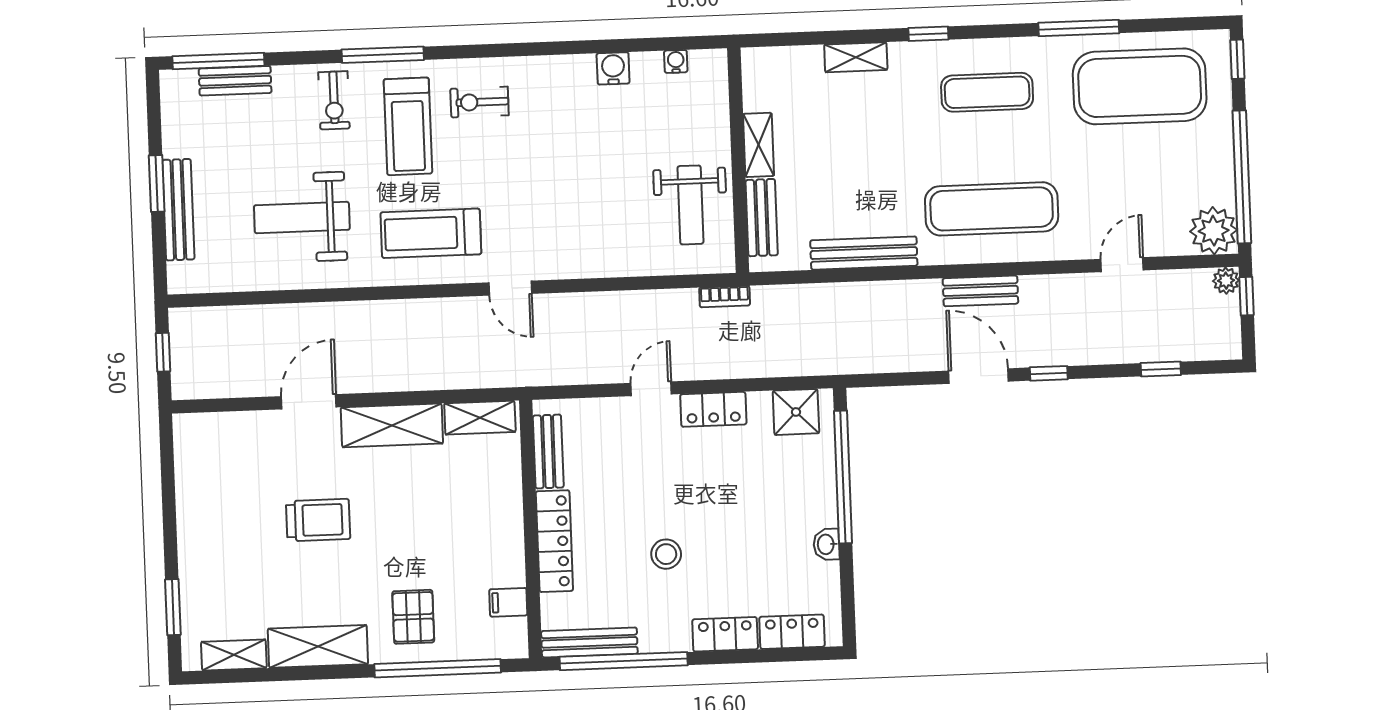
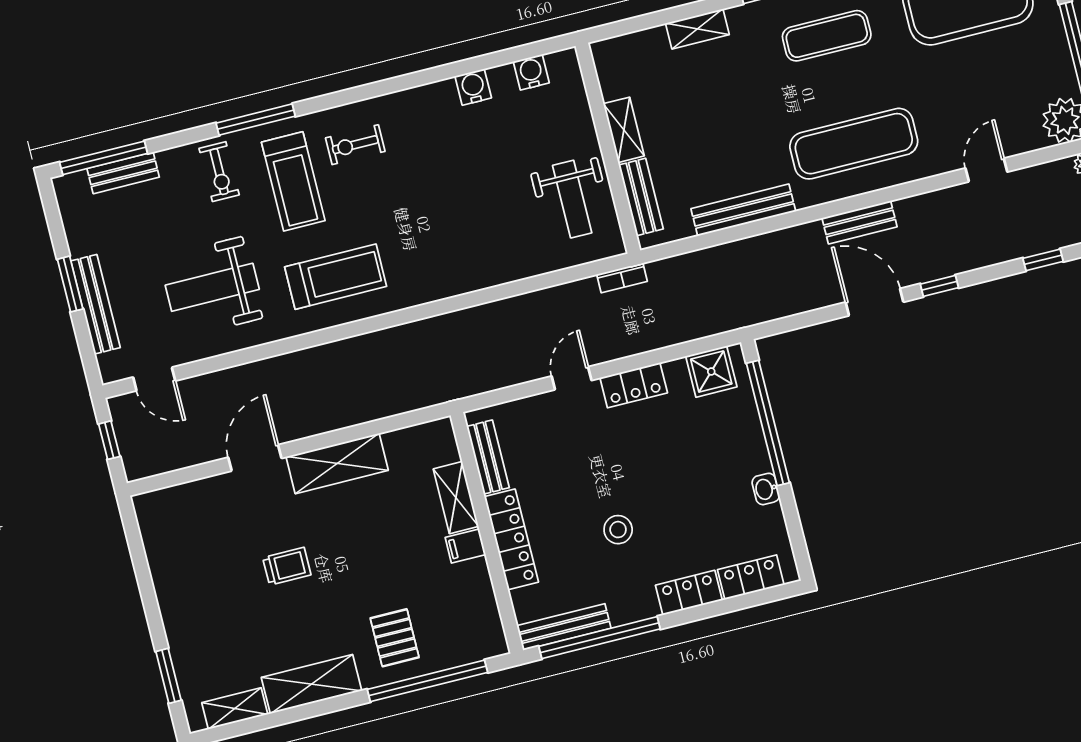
water cooler: (676, 61) -> (531, 72), width x1.38, depth x1.38
treadmill: (431, 233) -> (336, 277), turned 180
door: (510, 288) -> (154, 379), moved
shelving: (480, 418) -> (456, 498), moved, turned 90
trolley: (318, 520) -> (287, 566), width x0.73, depth x0.72
filing cabinet: (508, 602) -> (465, 546), moved

